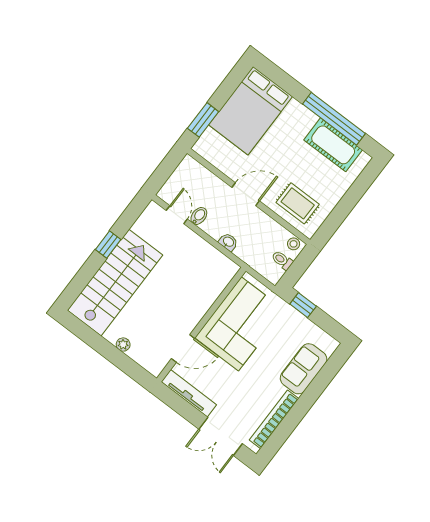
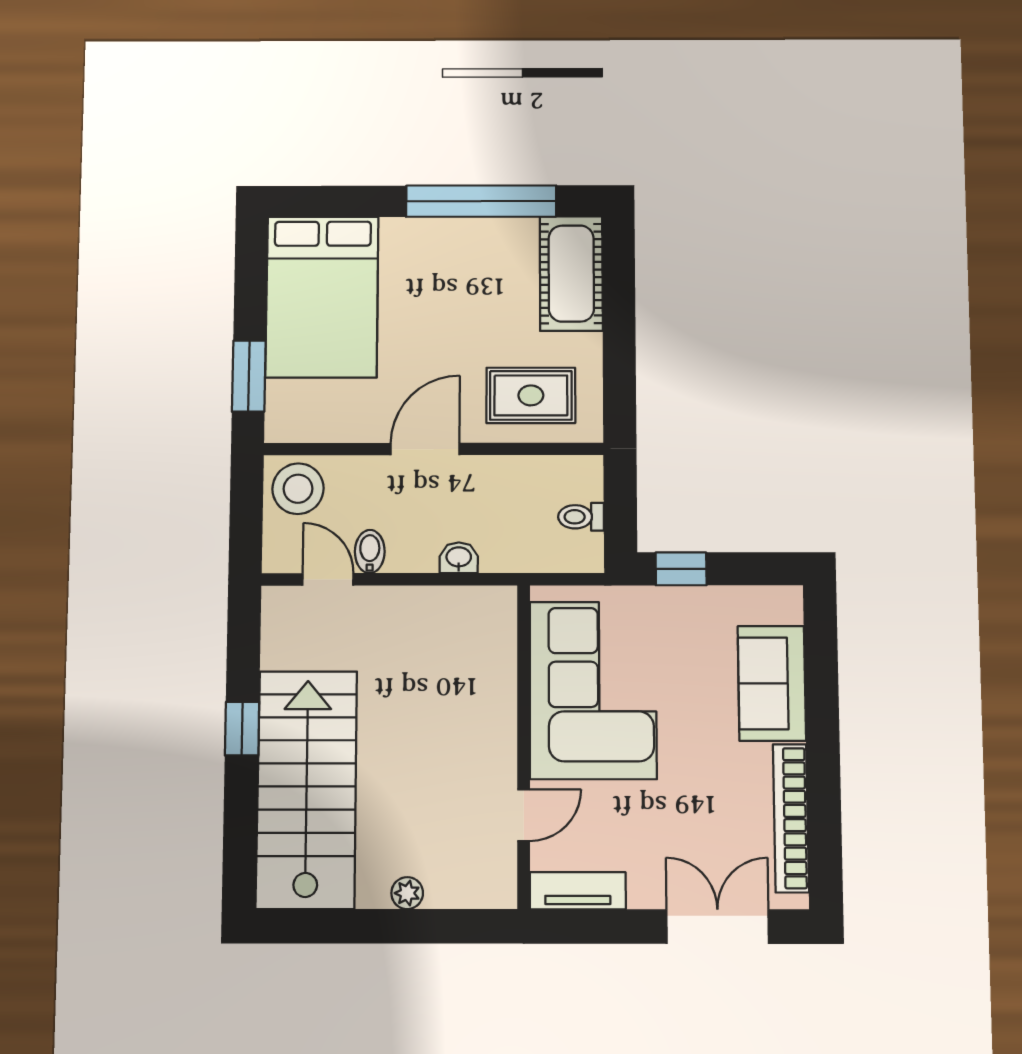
cot: (333, 145) -> (571, 273), moved, turned 90
stool: (294, 244) -> (298, 489), moved, width x1.89, depth x1.89
door: (183, 348) -> (524, 815), width x0.73
tv unit: (189, 393) -> (578, 891), width x0.71
double door: (221, 436) -> (718, 927), swing flipped

